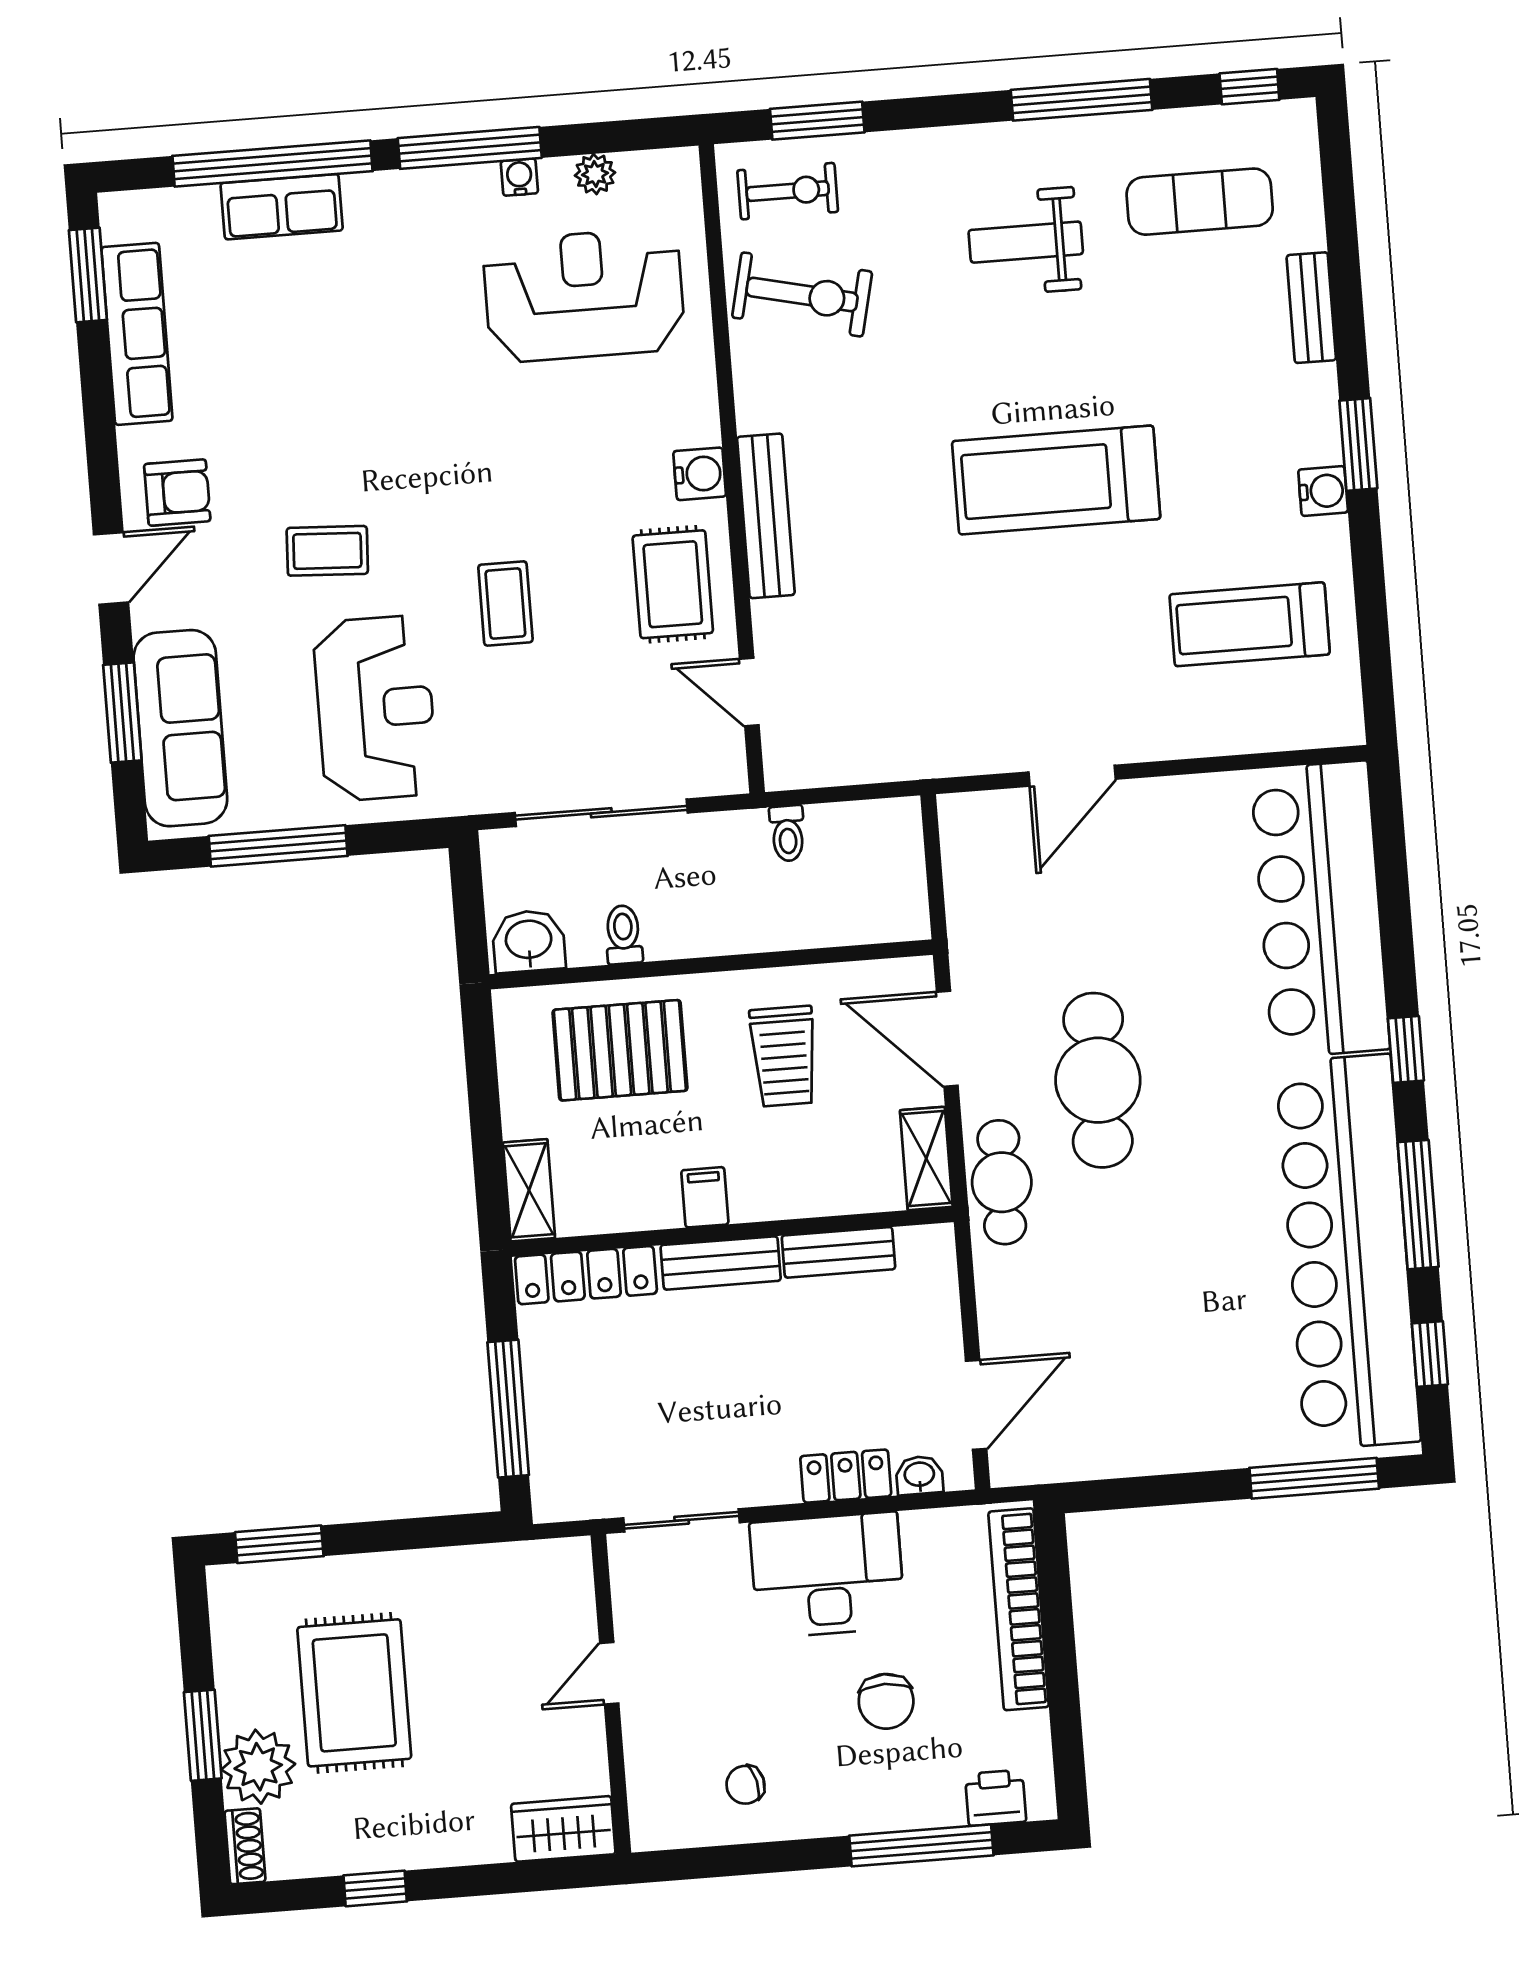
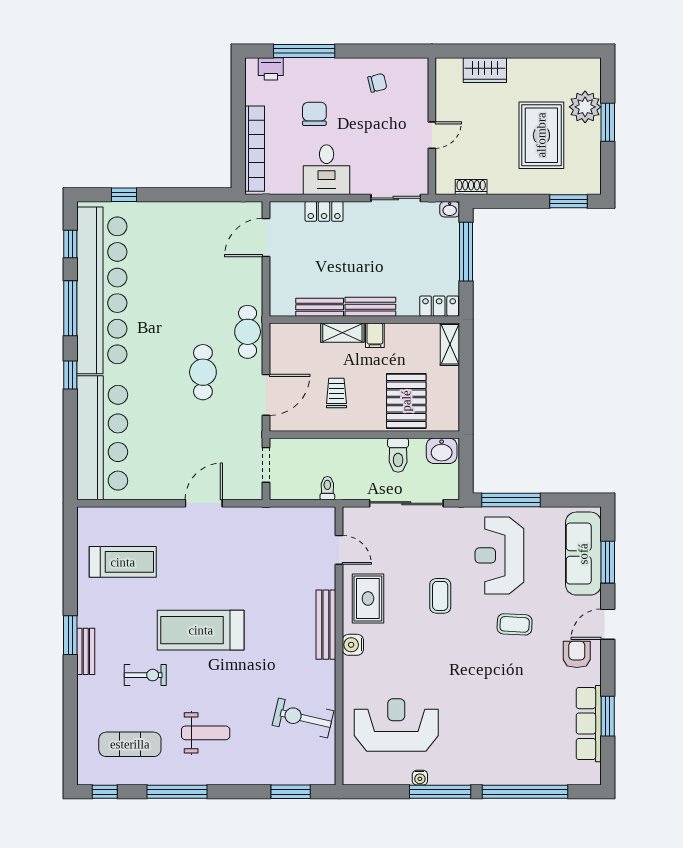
plant: (595, 174) -> (387, 776), removed
exercise bike: (788, 191) -> (145, 675), moved, turned 180
row of seats: (282, 207) -> (522, 773), removed
window: (88, 275) -> (608, 716), moved
reception desk: (584, 295) -> (396, 725), turned 180
bench: (1311, 308) -> (86, 651), moved
treadmill: (1056, 480) -> (201, 630), turned 180
water cooler: (1323, 491) -> (87, 616), removed
armchair: (177, 493) -> (577, 654), turned 90
window: (278, 846) -> (511, 500), moved
doorway: (934, 876) -> (266, 465), added
toilet: (623, 935) -> (398, 455), width x1.37, depth x1.39
door: (947, 1039) -> (266, 395), hinge flipped
pallet: (620, 1050) -> (406, 401), turned 90
trolley: (784, 1056) -> (336, 393), width x0.73, depth x0.72
cafe table: (1098, 1080) -> (203, 372), width x0.73, depth x0.74
shelving: (926, 1158) -> (342, 333), moved, turned 90
locker: (586, 1275) -> (439, 306), width x0.66
washbasin: (919, 1475) -> (450, 209), moved
window: (1314, 1478) -> (124, 195), width x0.46
desk: (828, 1575) -> (327, 170), width x0.73
wardrobe: (563, 1829) -> (485, 70), moved
shoe rack: (245, 1846) -> (471, 187), moved, turned 90
window: (375, 1888) -> (539, 51), removed

